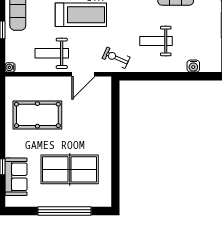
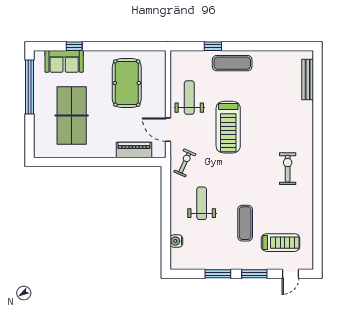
water cooler: (10, 67) -> (175, 55), removed
piano: (103, 108) -> (134, 150), added
window: (65, 211) -> (29, 87), moved

